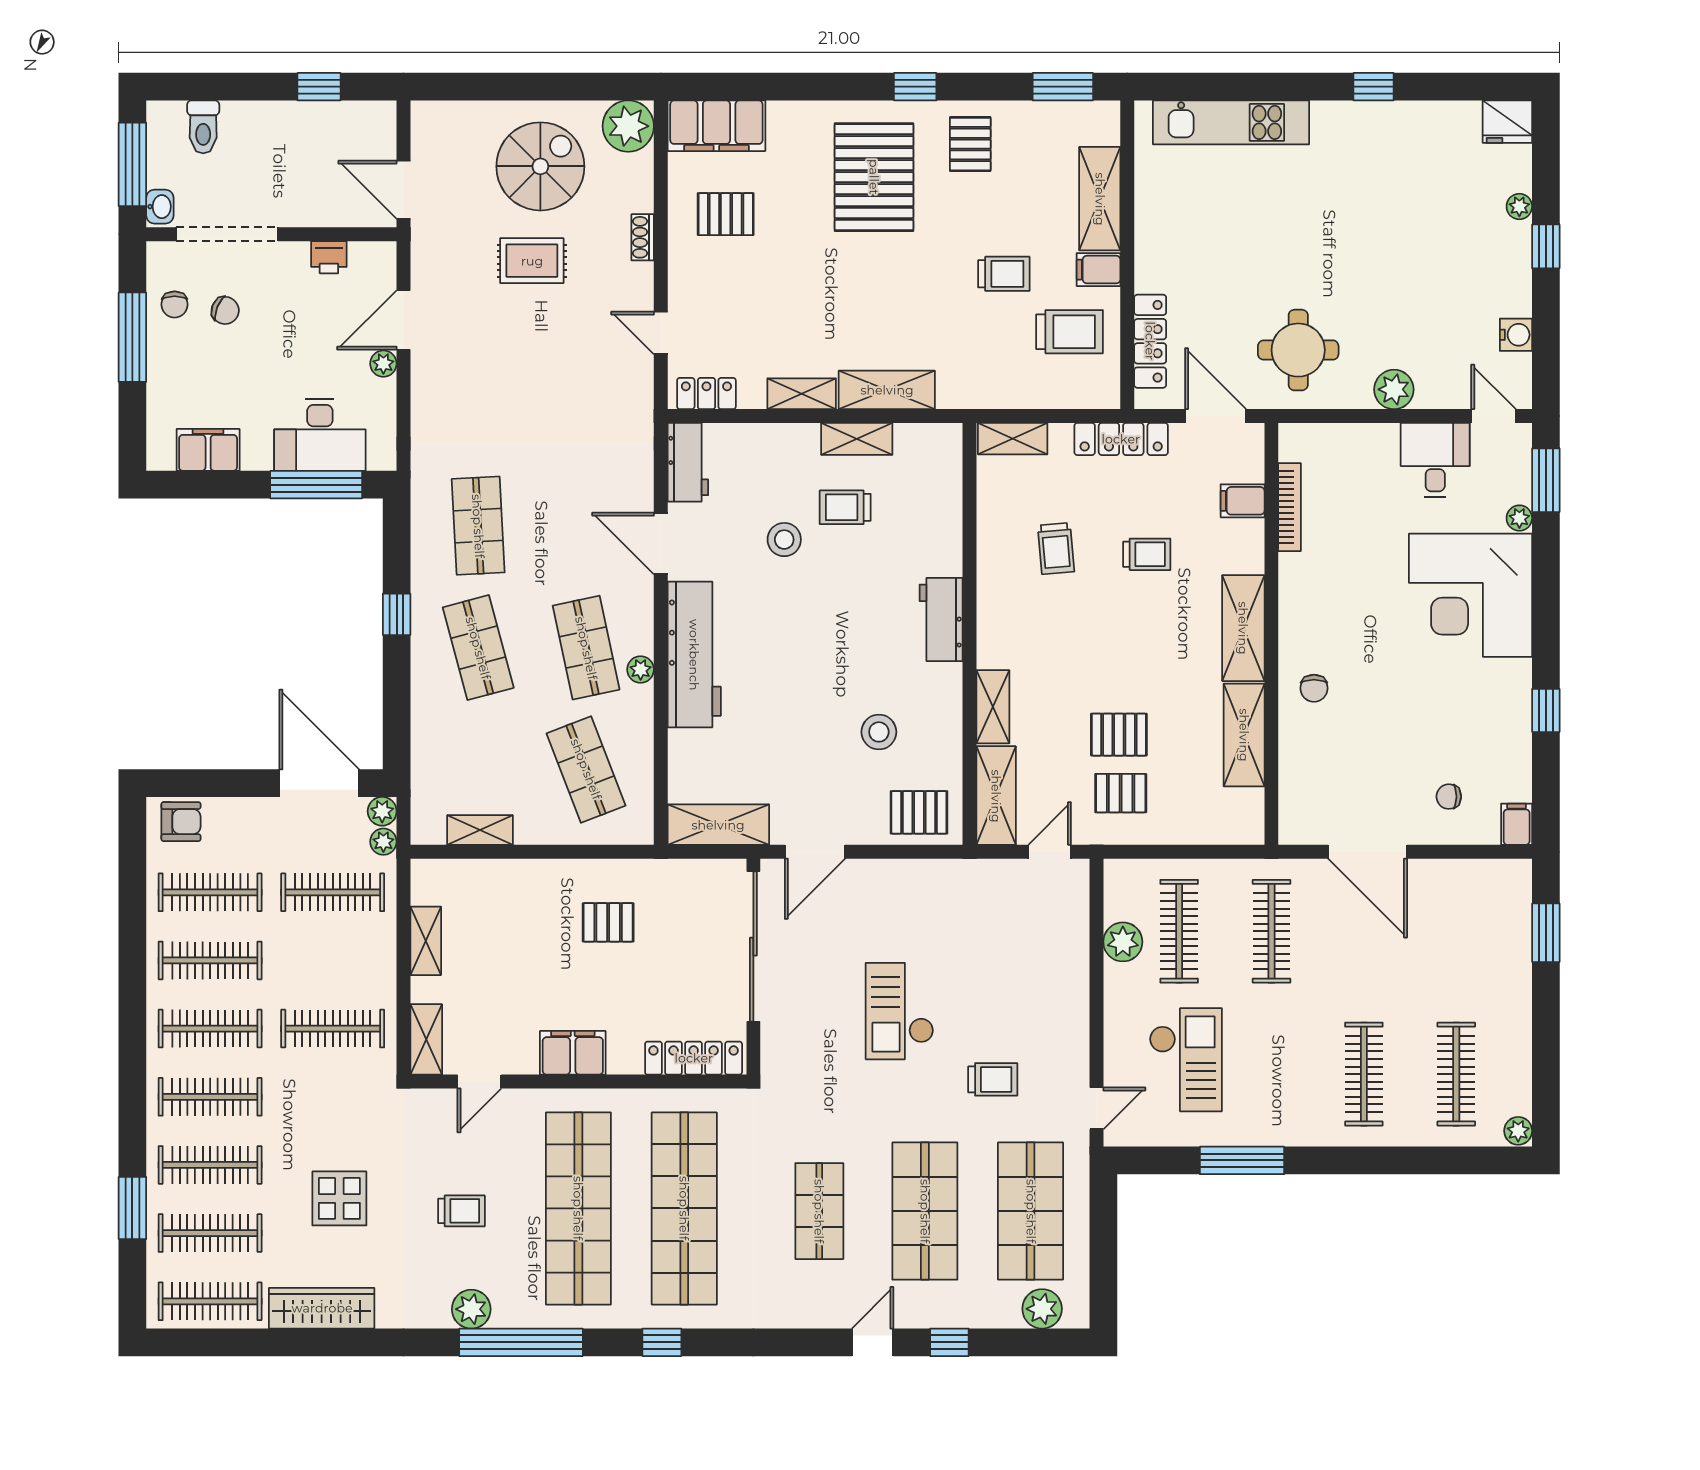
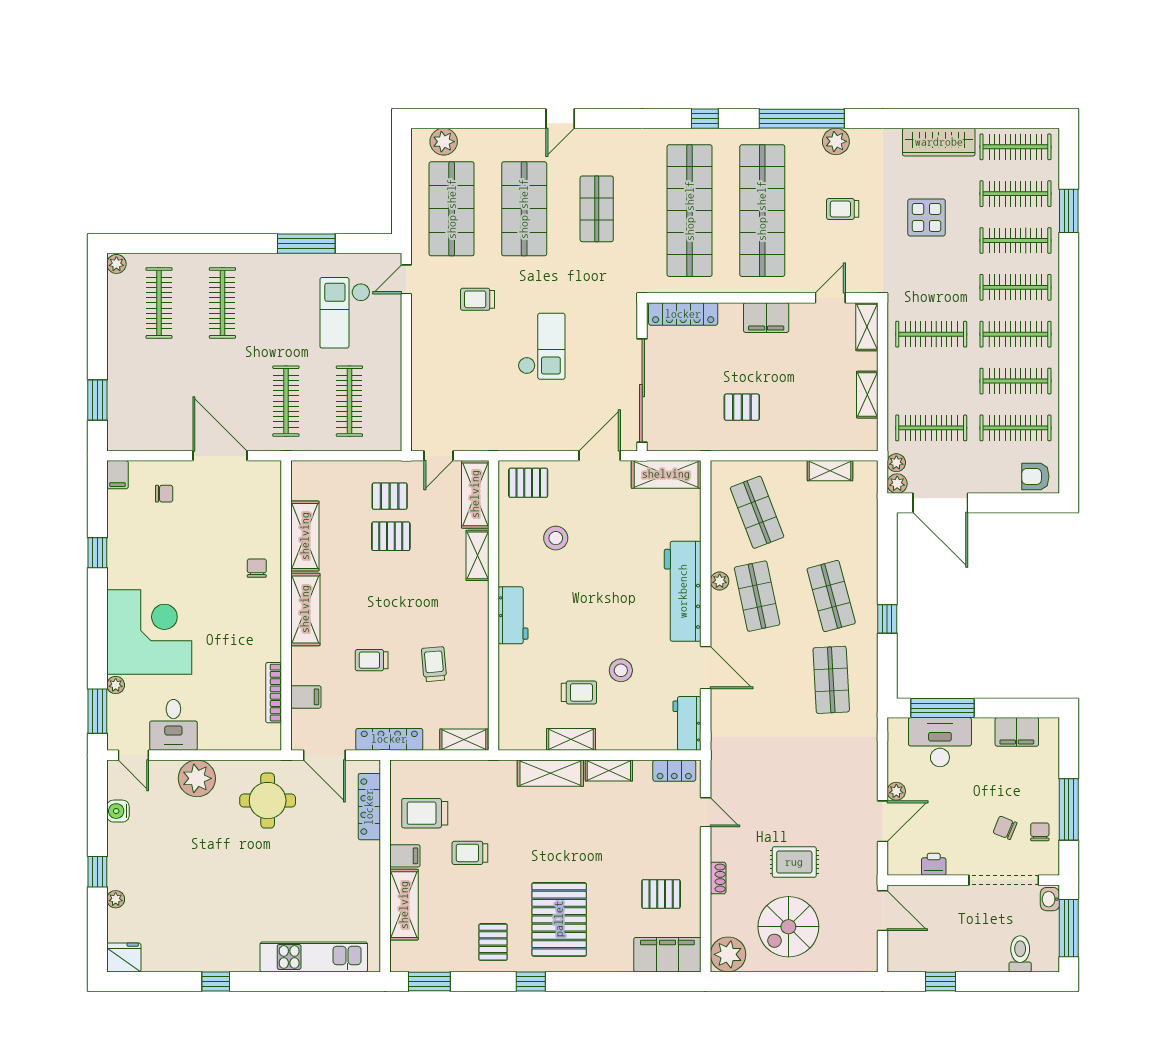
plant: (1394, 389) -> (197, 778), width x1.36, depth x1.36
plant: (1123, 942) -> (388, 394), removed
window: (949, 1342) -> (507, 119), removed

